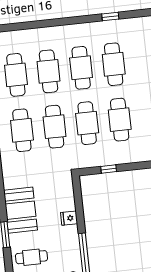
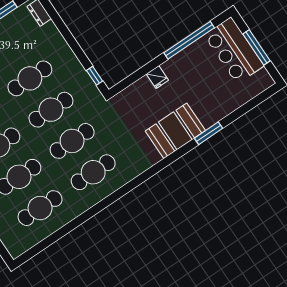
window: (109, 169) -> (95, 76), moved
cafe table: (31, 257) -> (217, 94), removed

